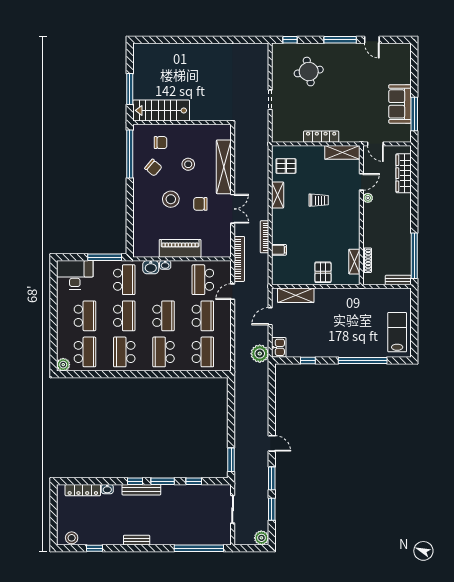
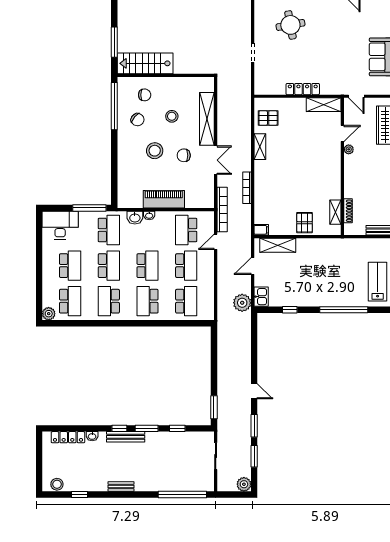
trolley: (319, 200) -> (300, 152), removed
filing cabinet: (279, 250) -> (261, 230), moved

